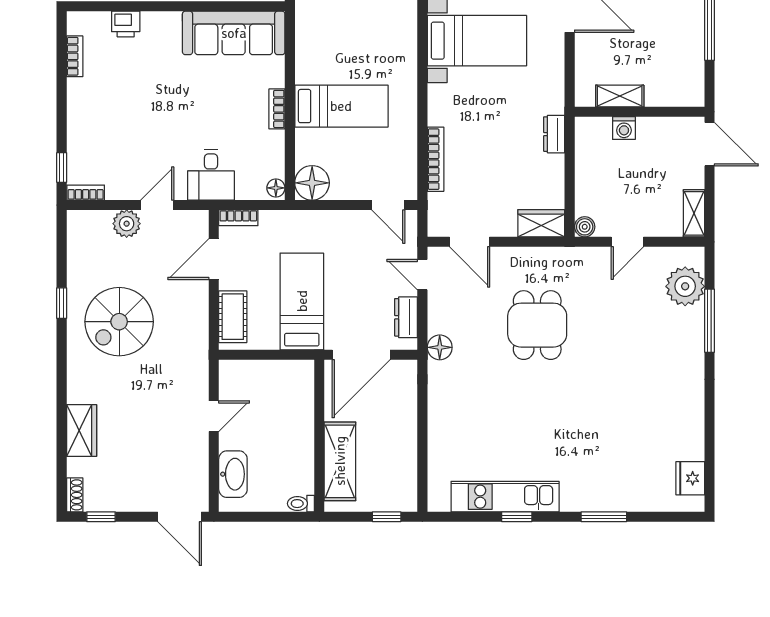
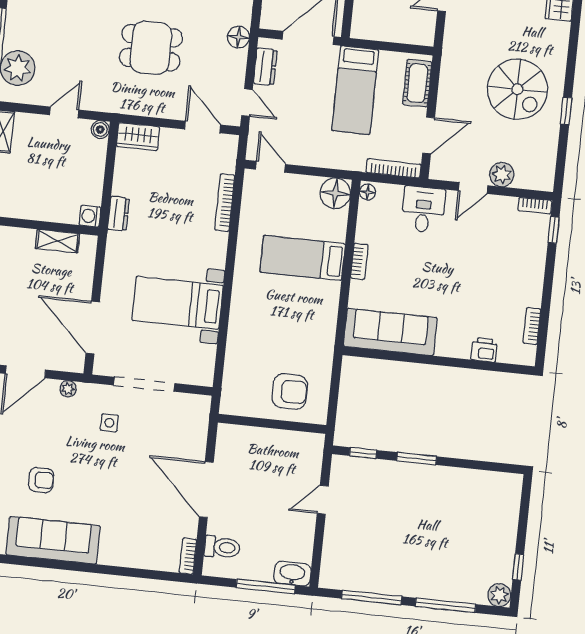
washing machine: (624, 128) -> (90, 216), moved, turned -90
bookcase: (238, 218) -> (393, 168), width x1.56
spiral stairs: (119, 322) -> (517, 89), turned 90
dining table: (537, 325) -> (151, 48), turned 90

